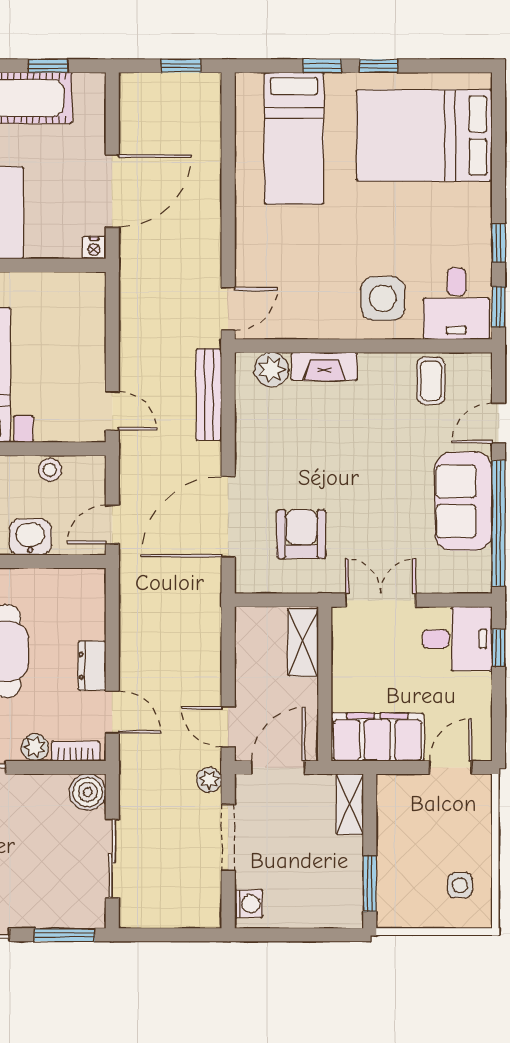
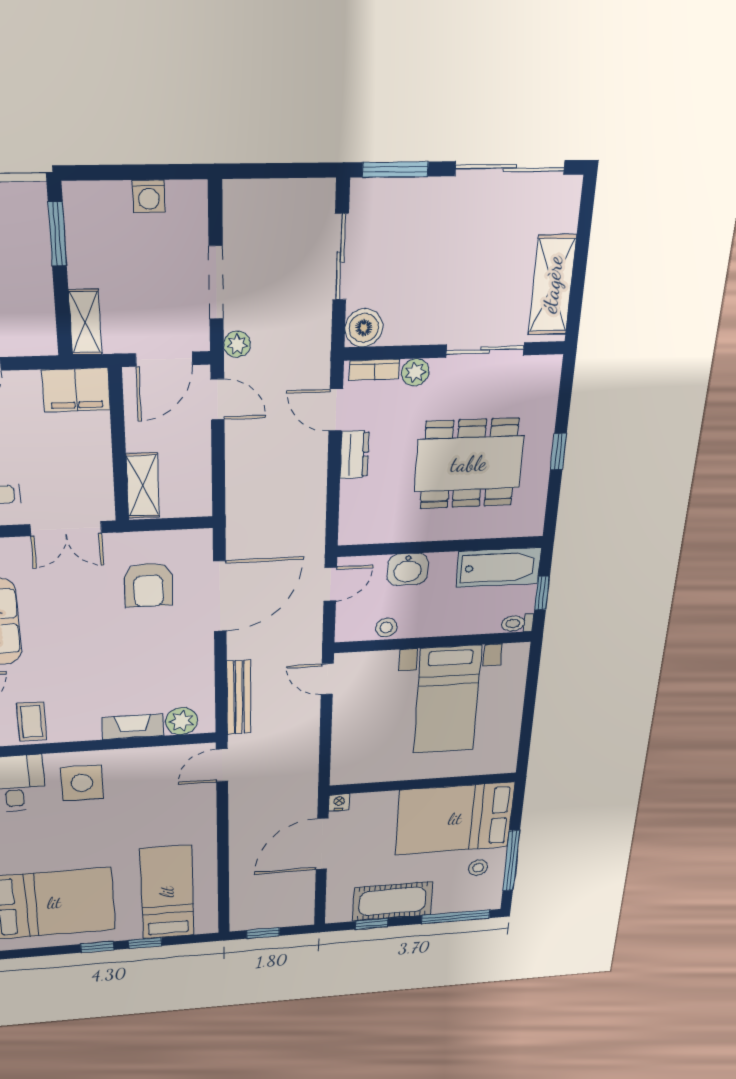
filing cabinet: (377, 737) -> (76, 390), width x0.67, depth x0.86
washing machine: (249, 904) -> (149, 196), moved, turned -90

